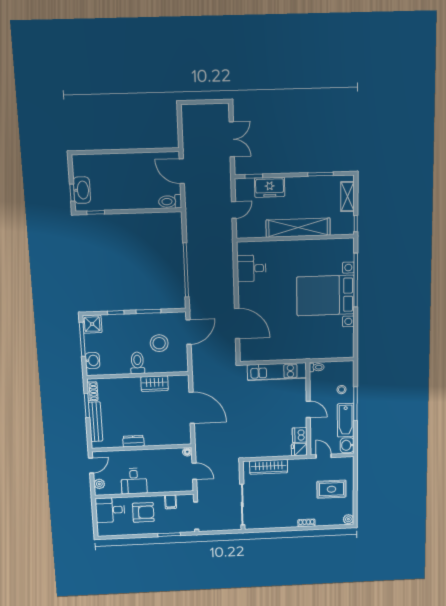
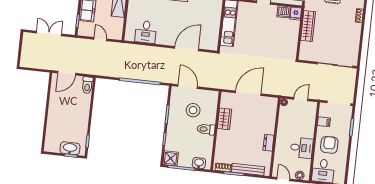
wardrobe: (269, 467) -> (308, 26), moved

